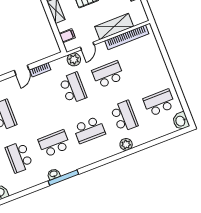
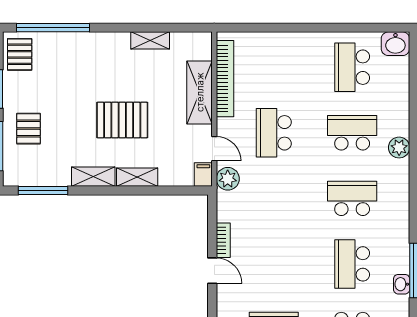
filing cabinet: (67, 36) -> (203, 175), moved
school desk: (73, 88) -> (274, 198), removed
school desk: (89, 130) -> (352, 198), turned -90

